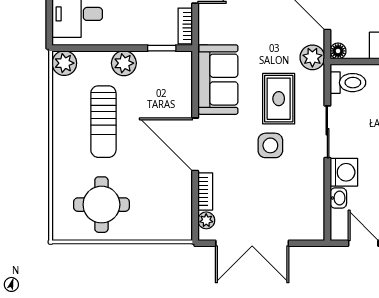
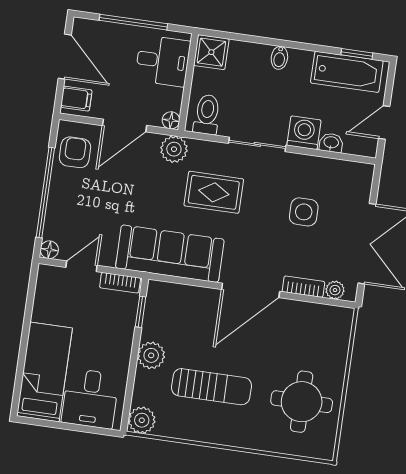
sofa: (218, 80) -> (170, 254), width x1.36
side table: (270, 145) -> (304, 212), moved

